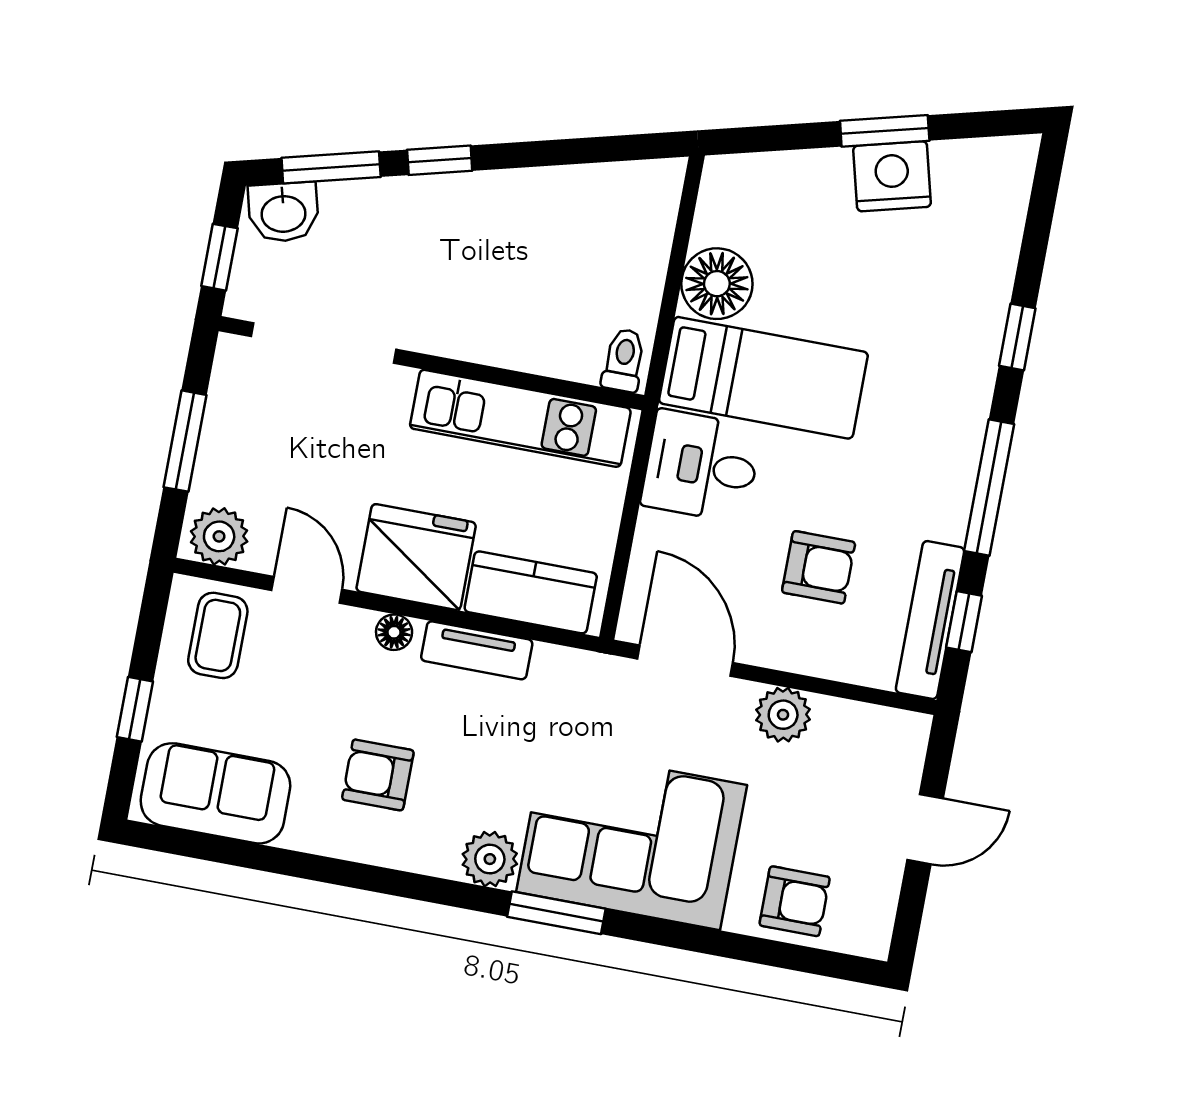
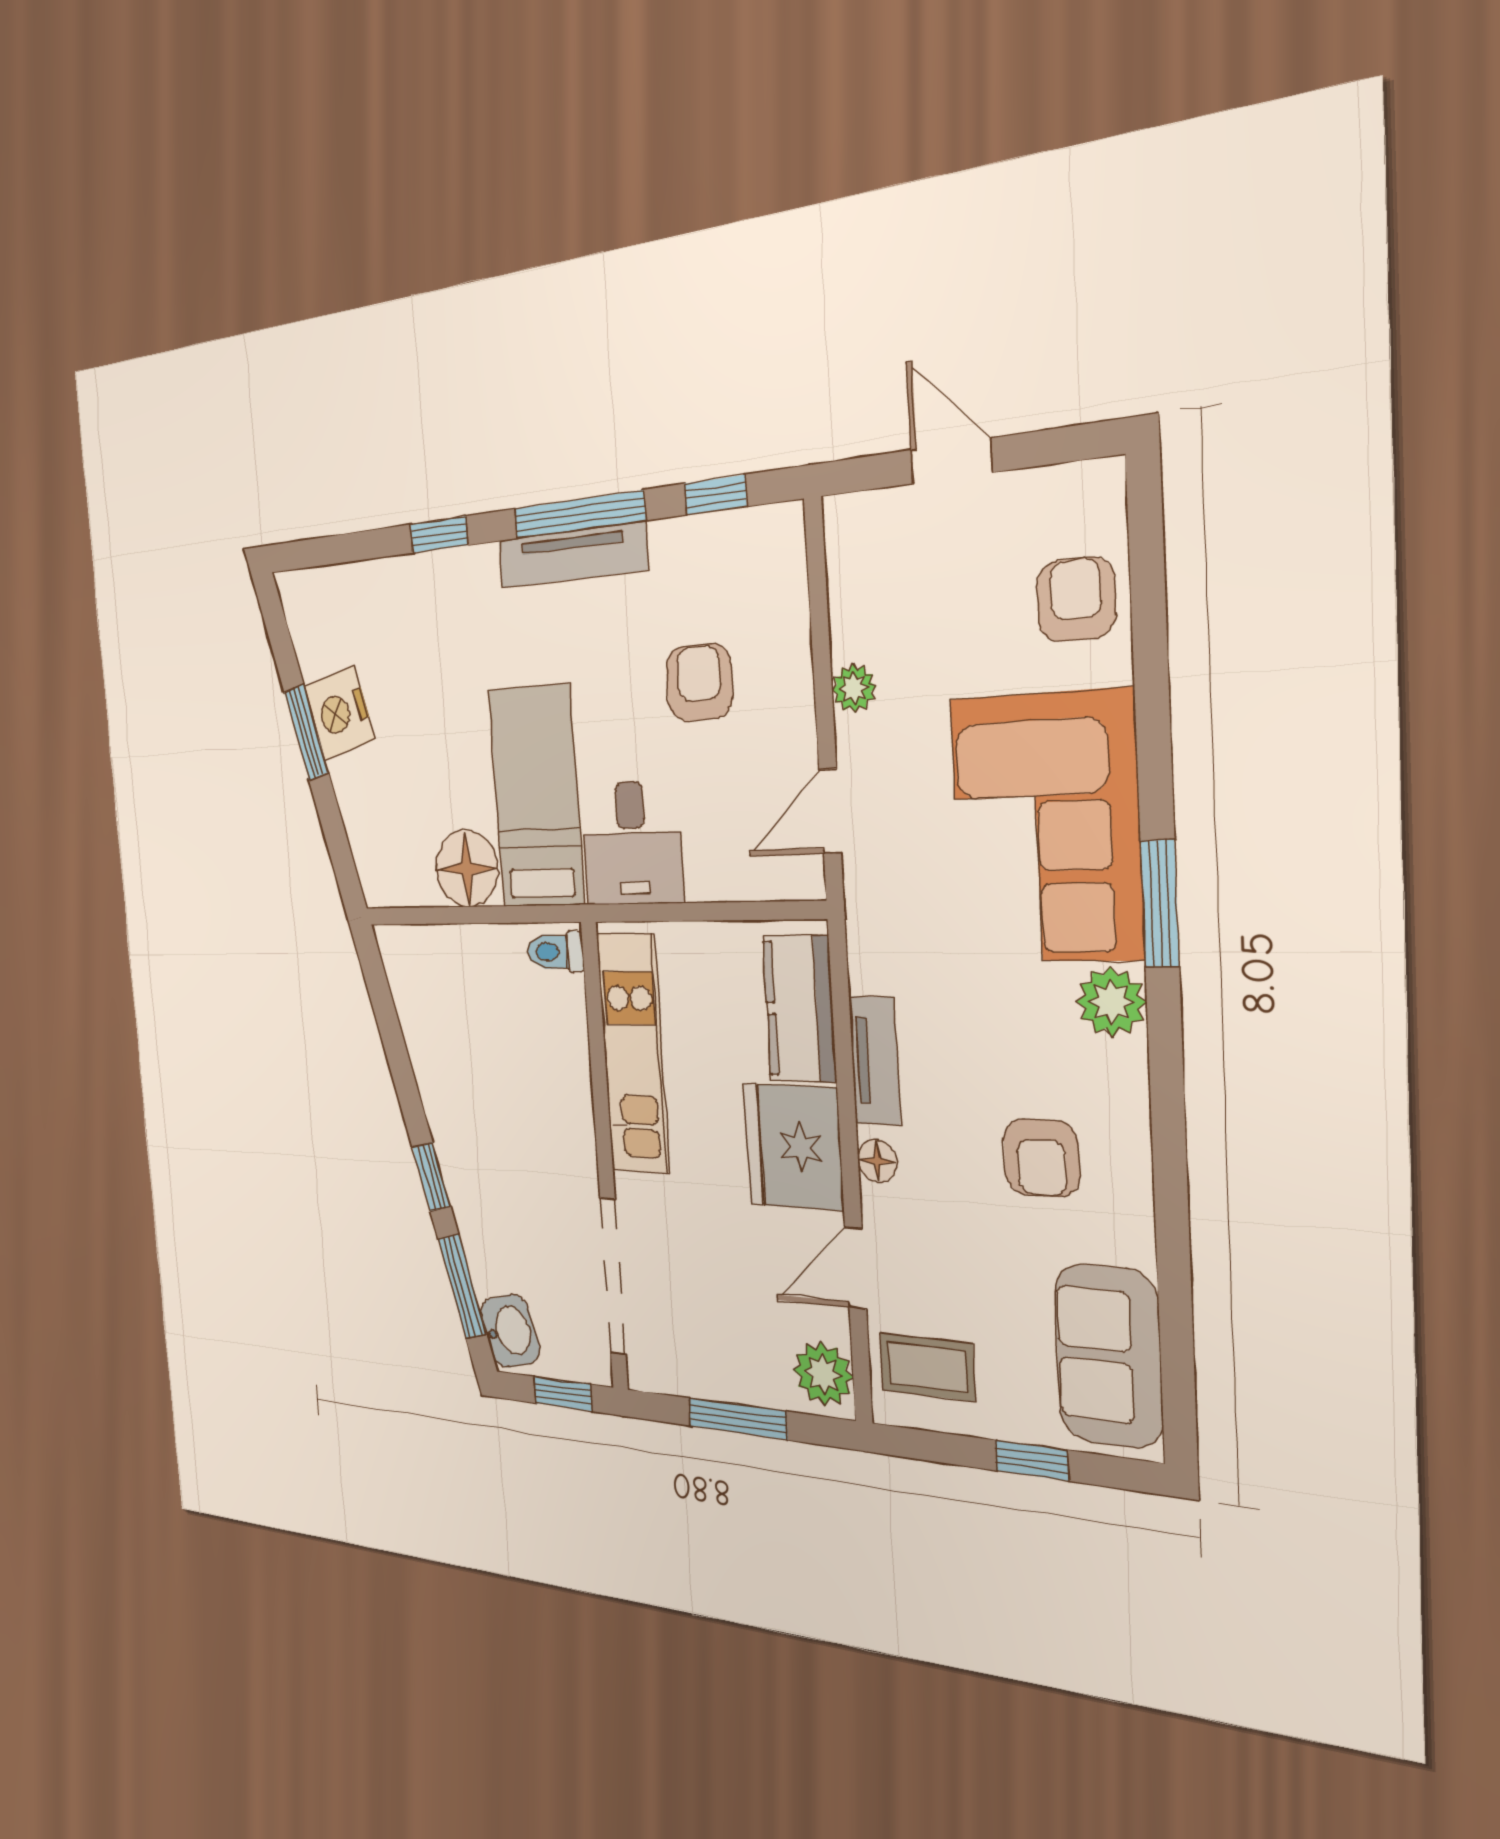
tv unit: (930, 620) -> (572, 555), moved
door: (685, 661) -> (830, 811), width x0.73
plant: (783, 715) -> (854, 688), width x0.73, depth x0.73

